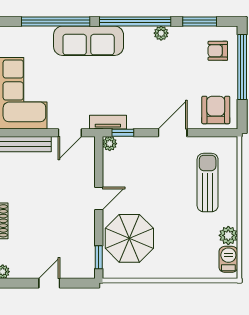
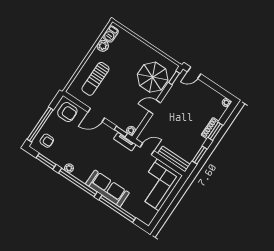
armchair: (216, 110) -> (67, 112), turned -90
door: (49, 283) -> (194, 73), moved

